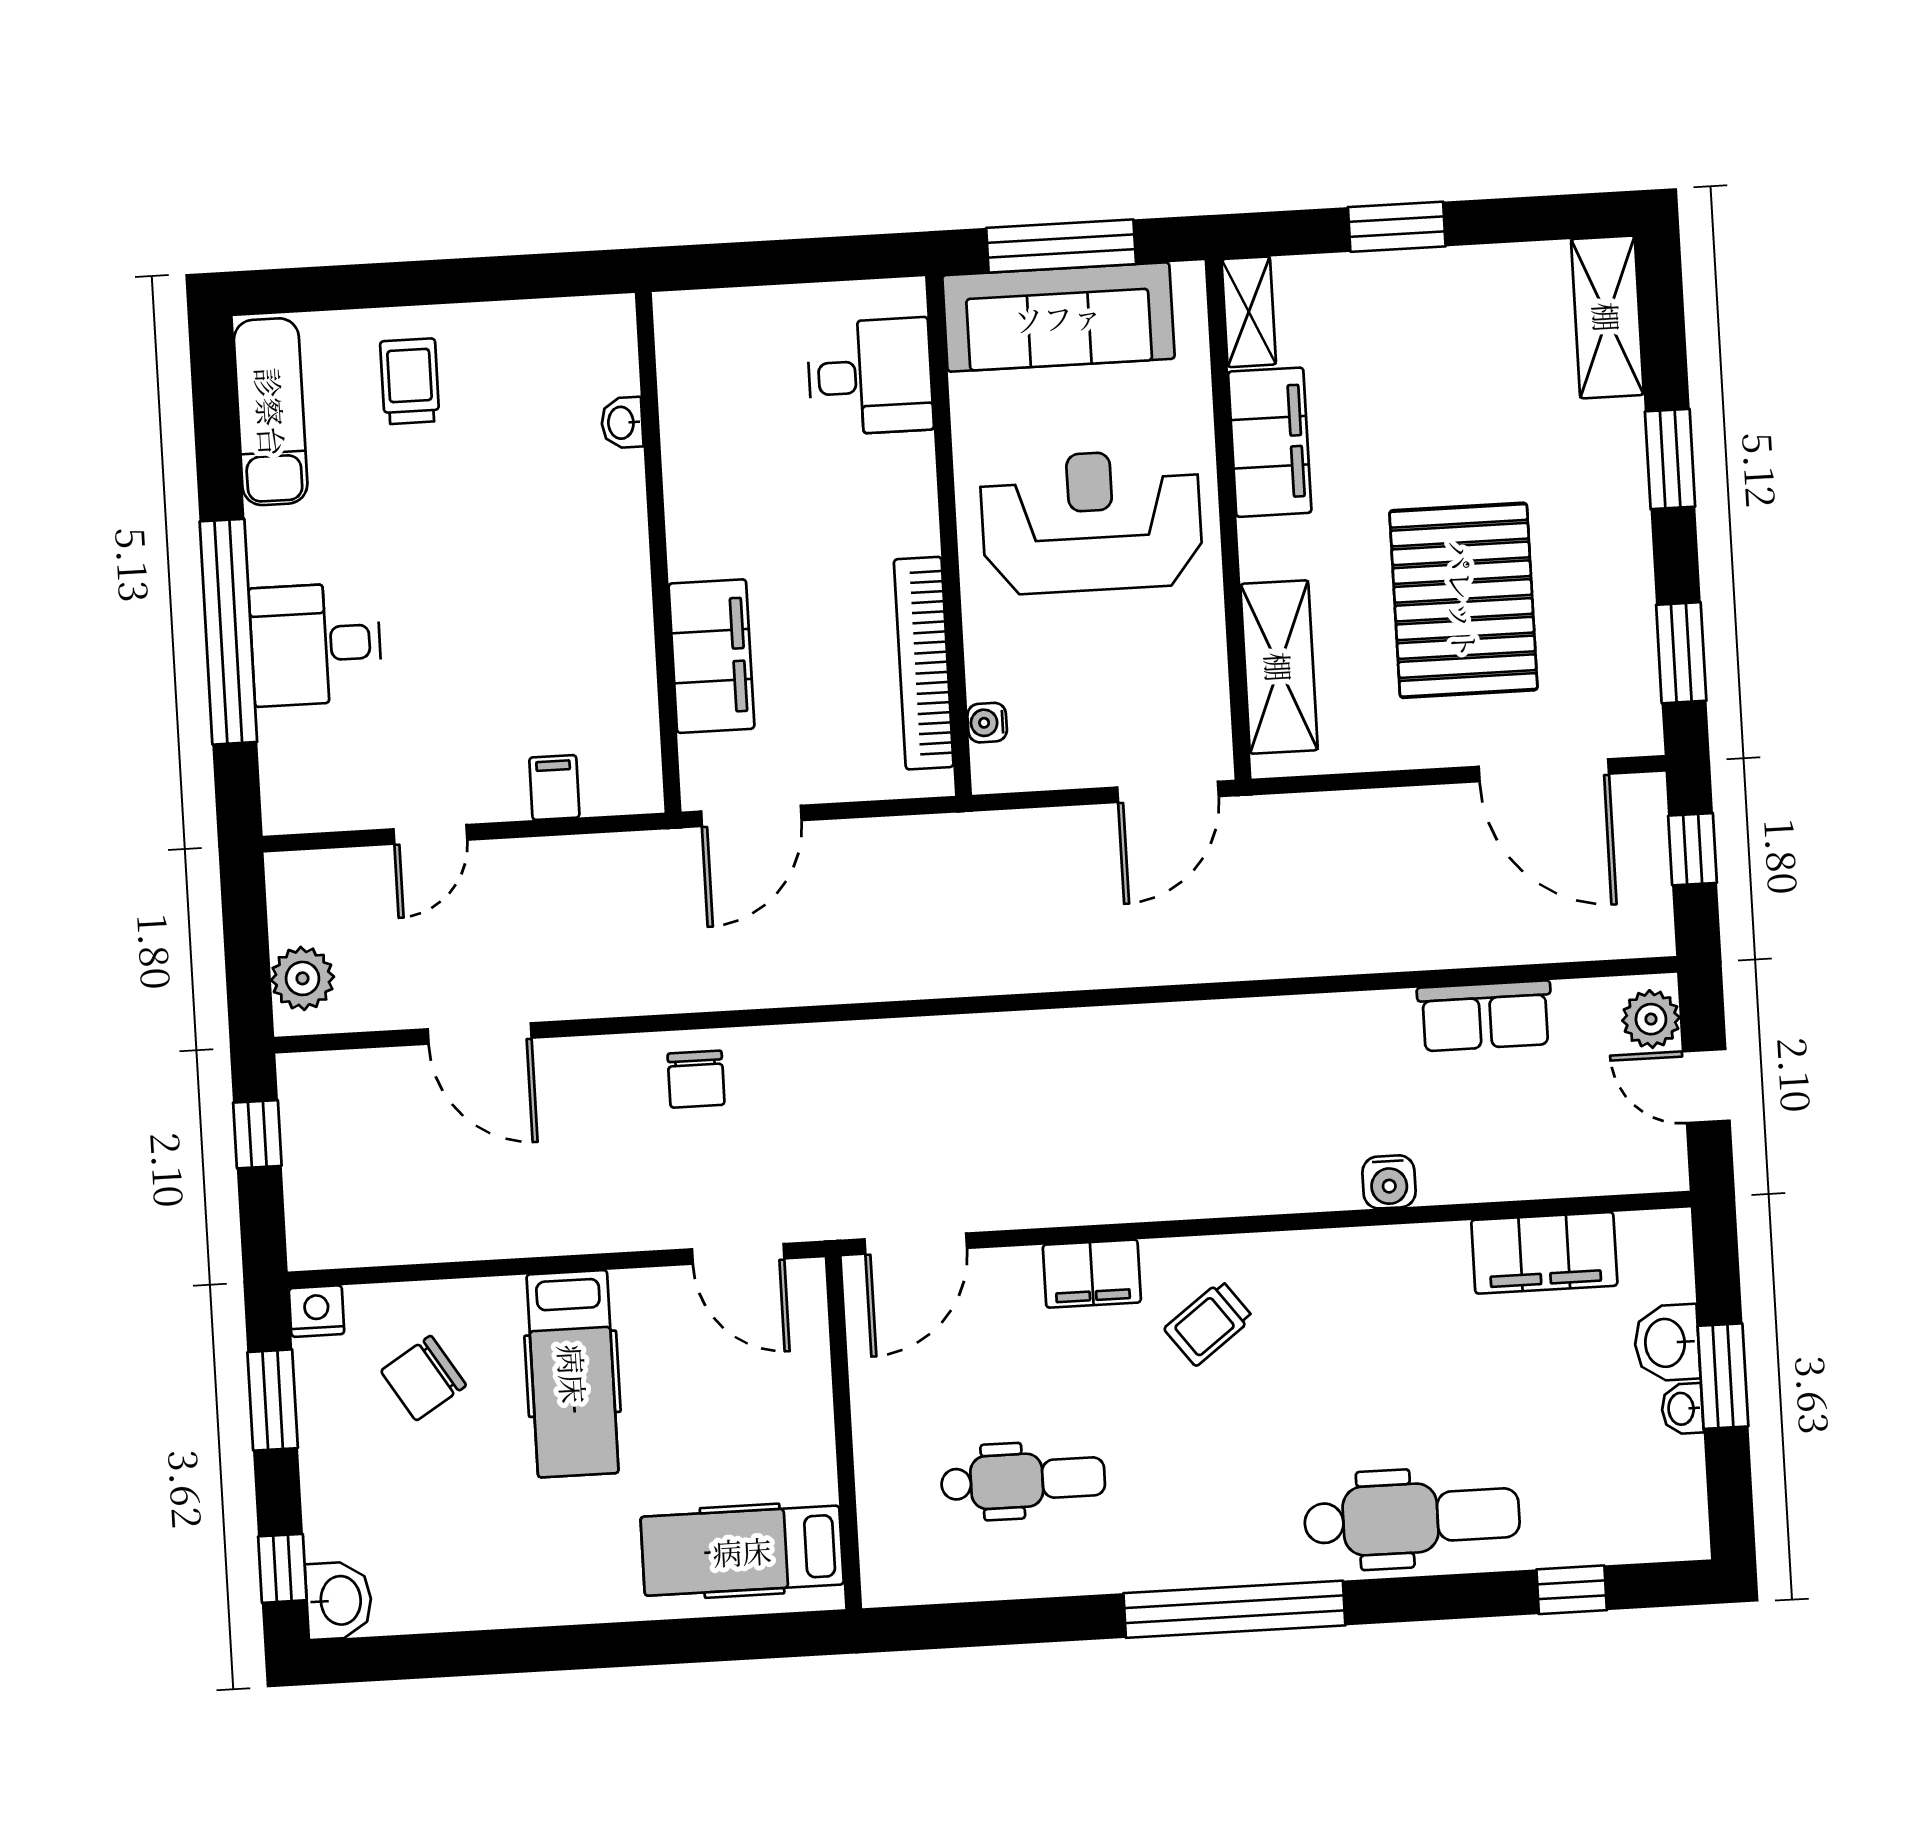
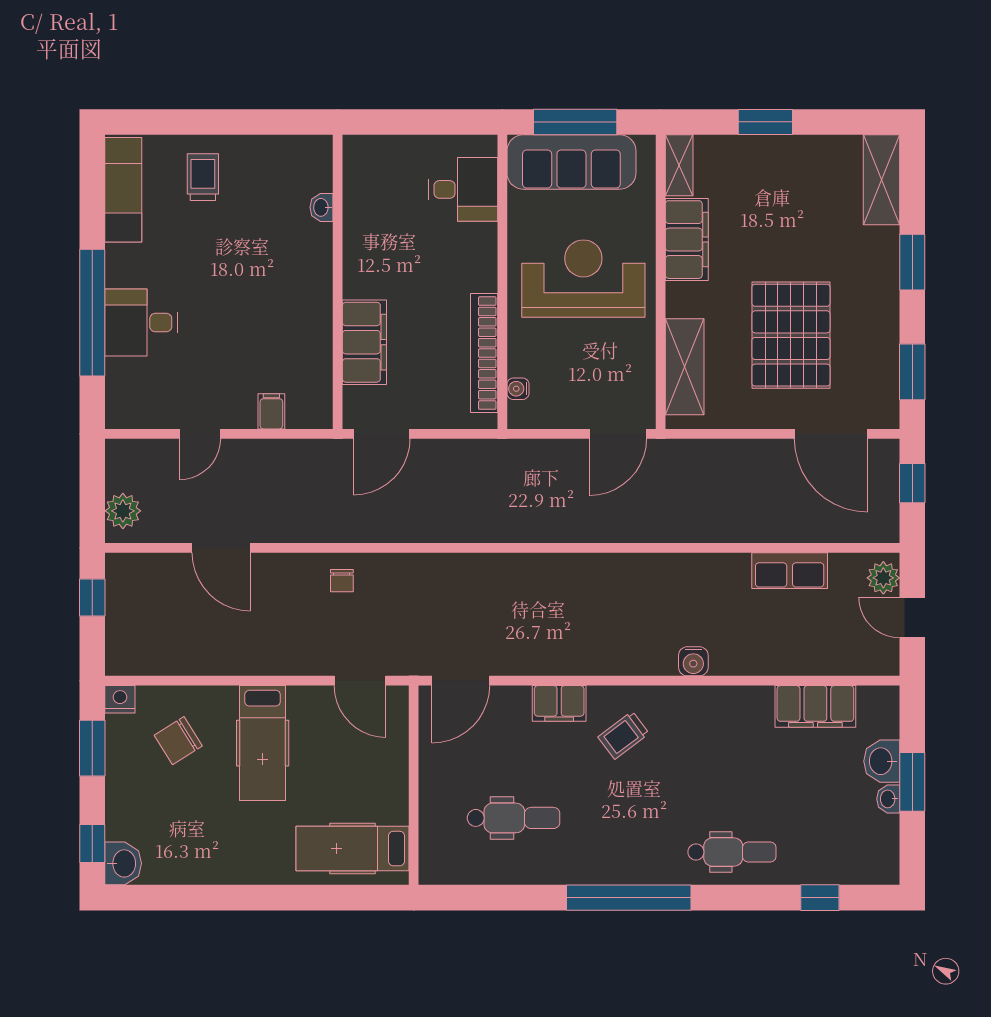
chair: (696, 1079) -> (342, 581), width x0.73, depth x0.73
water cooler: (1389, 1182) -> (693, 661), moved
dental chair: (1412, 1518) -> (732, 852), width x0.73, depth x0.72

